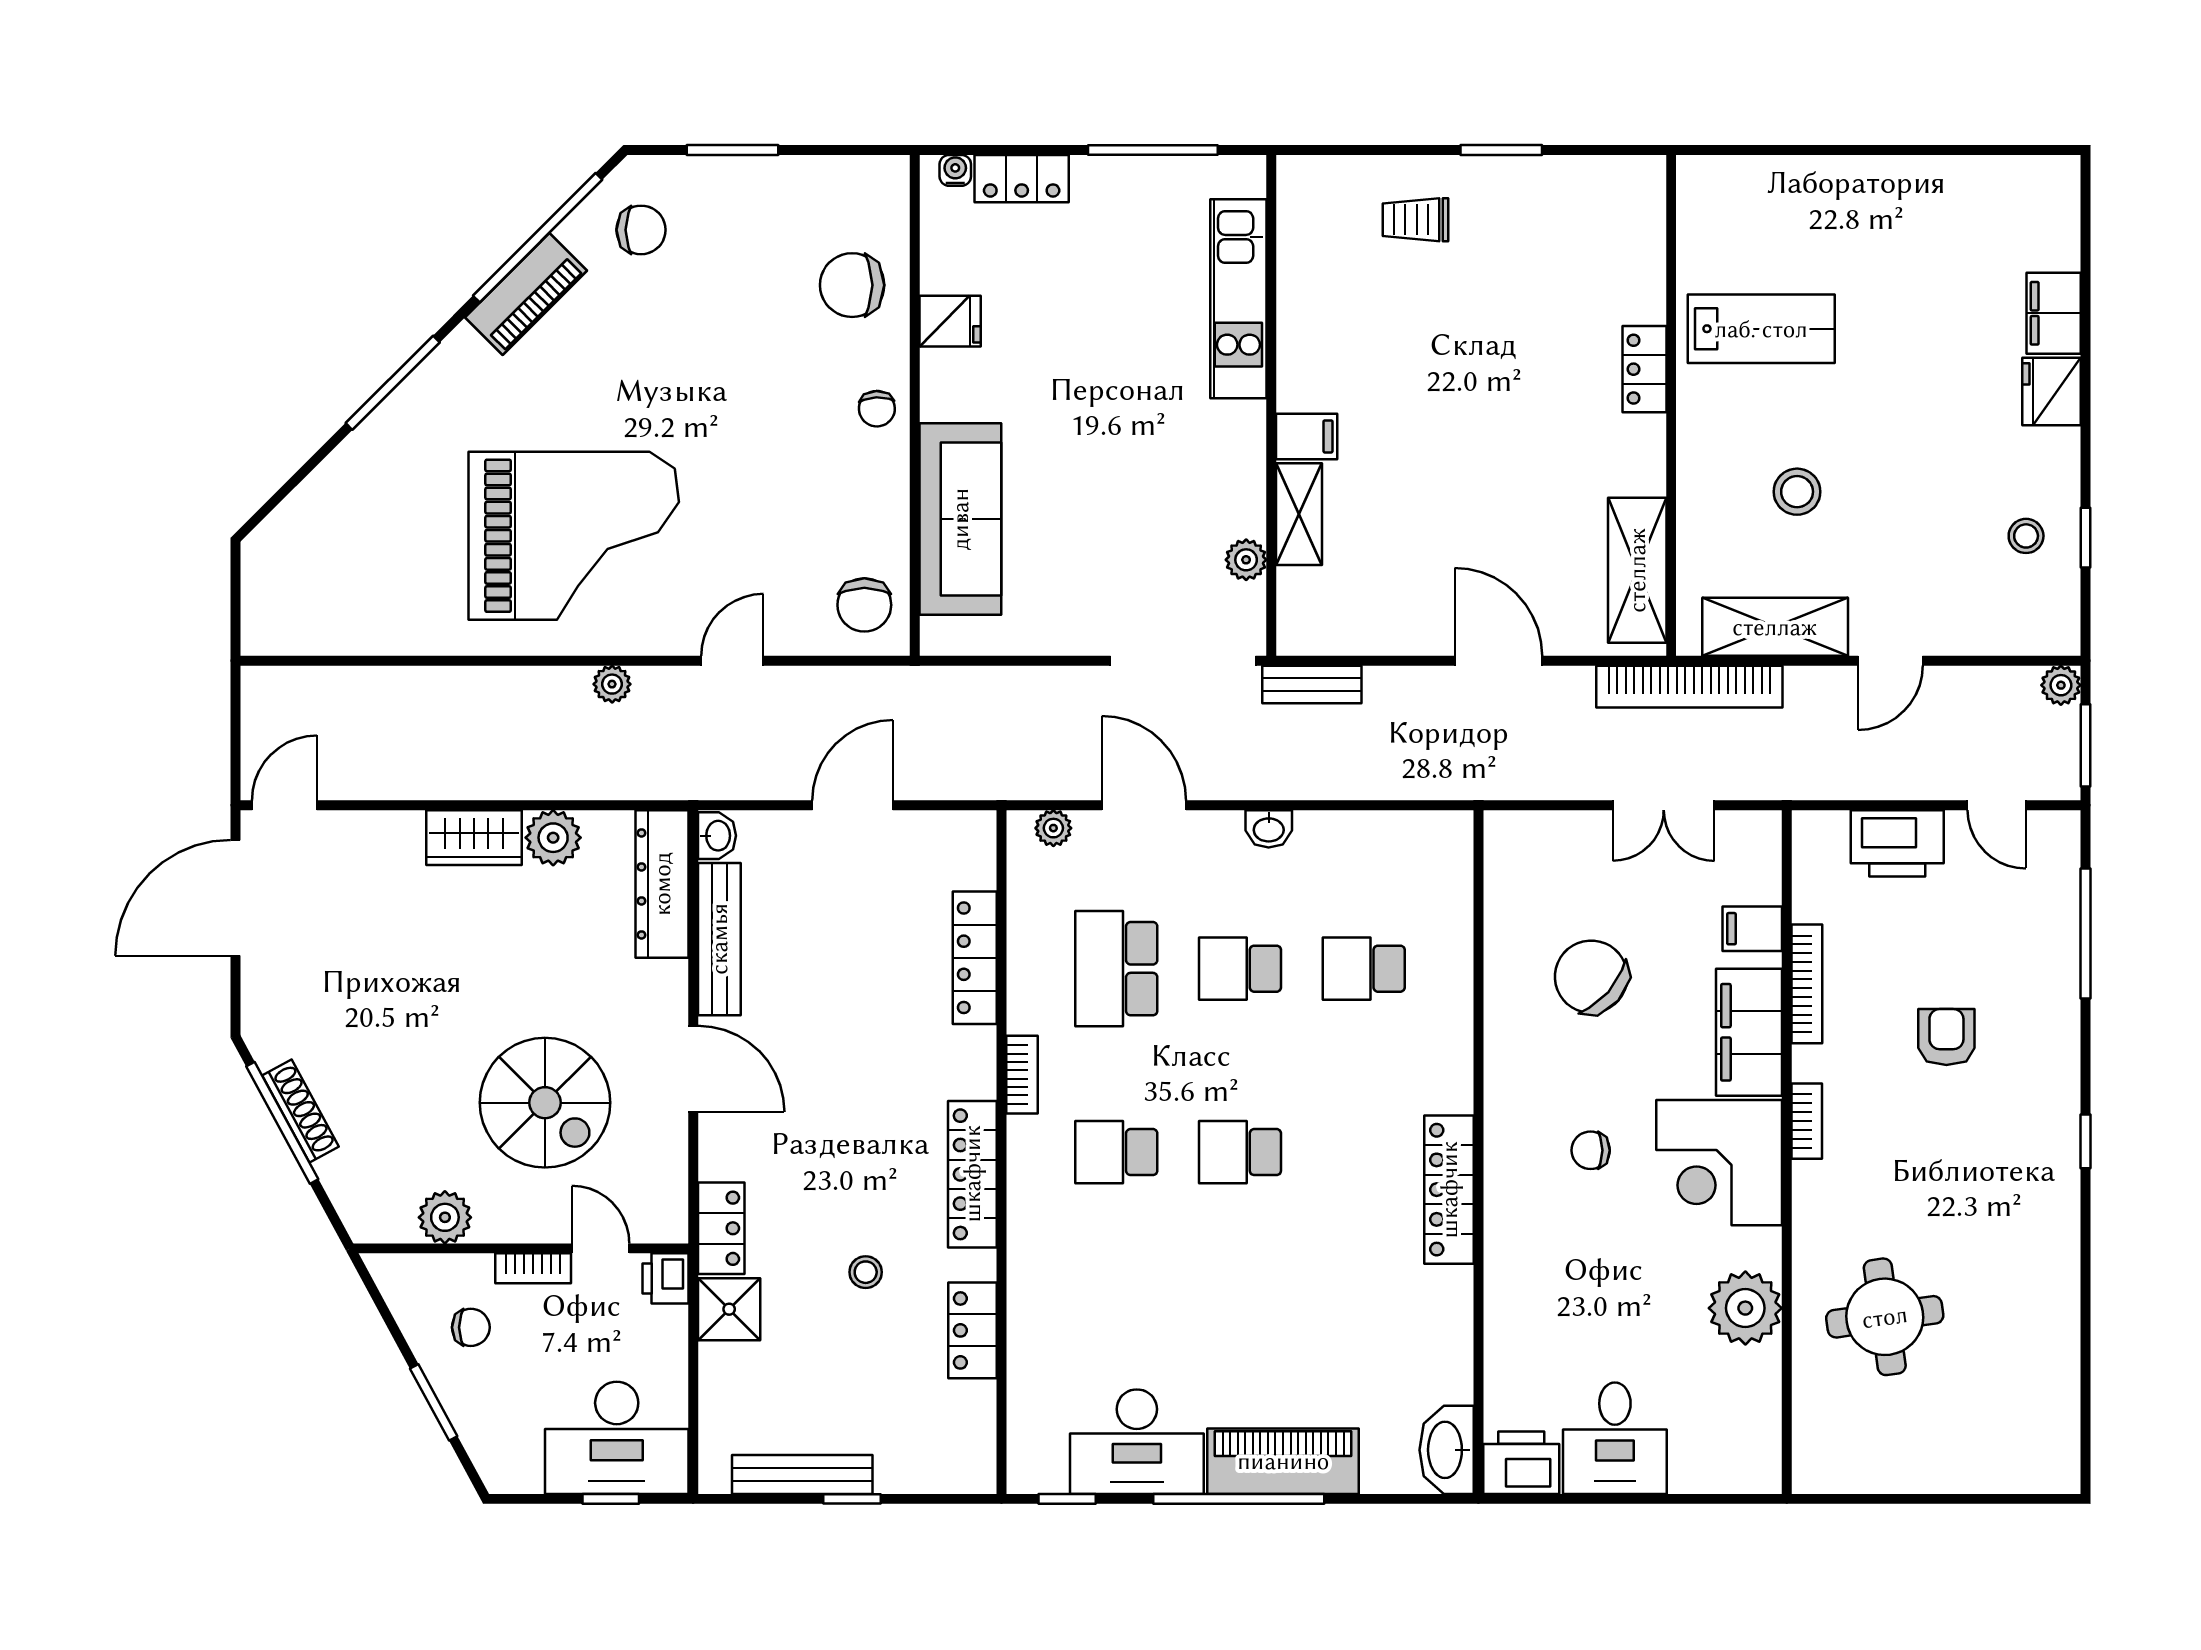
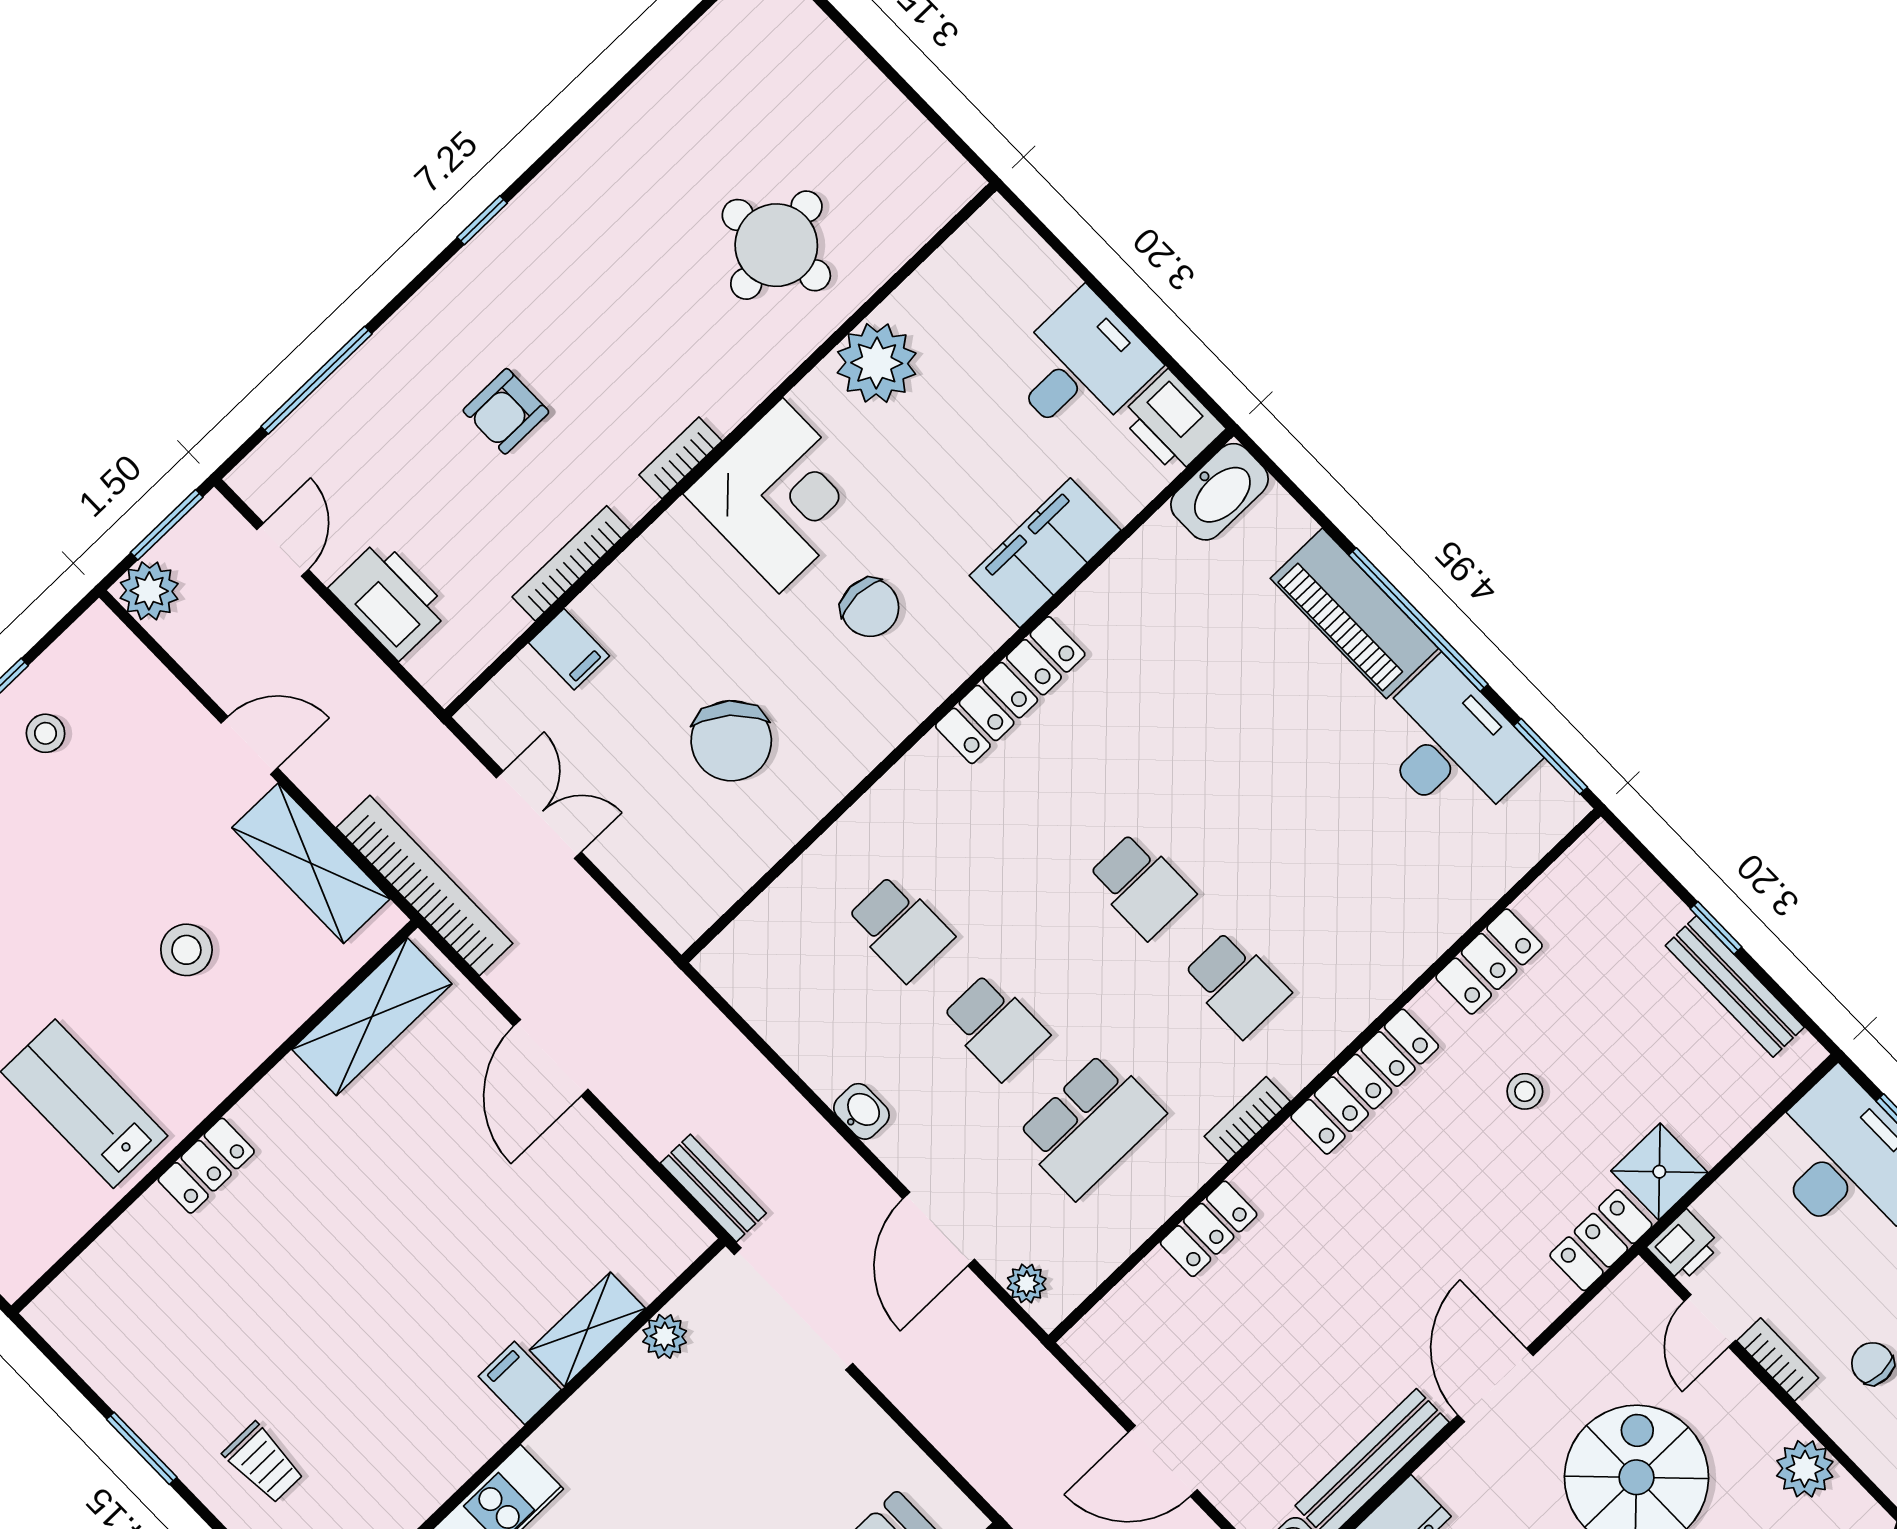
plant: (2061, 685) -> (149, 591), width x1.38, depth x1.38
locker: (975, 958) -> (1209, 1229), width x0.66
filing cabinet: (1749, 1032) -> (1045, 553), moved, turned 180
chair: (1591, 1150) -> (870, 608), width x1.37, depth x1.37
window: (1067, 1499) -> (1551, 756), width x1.50

